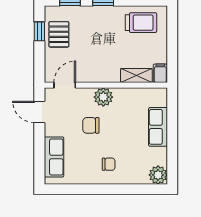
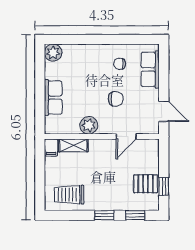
pallet: (59, 34) -> (146, 184), turned 90
door: (65, 85) -> (126, 136), moved
plant: (103, 97) -> (89, 125), moved
chair: (109, 164) -> (120, 64), moved

